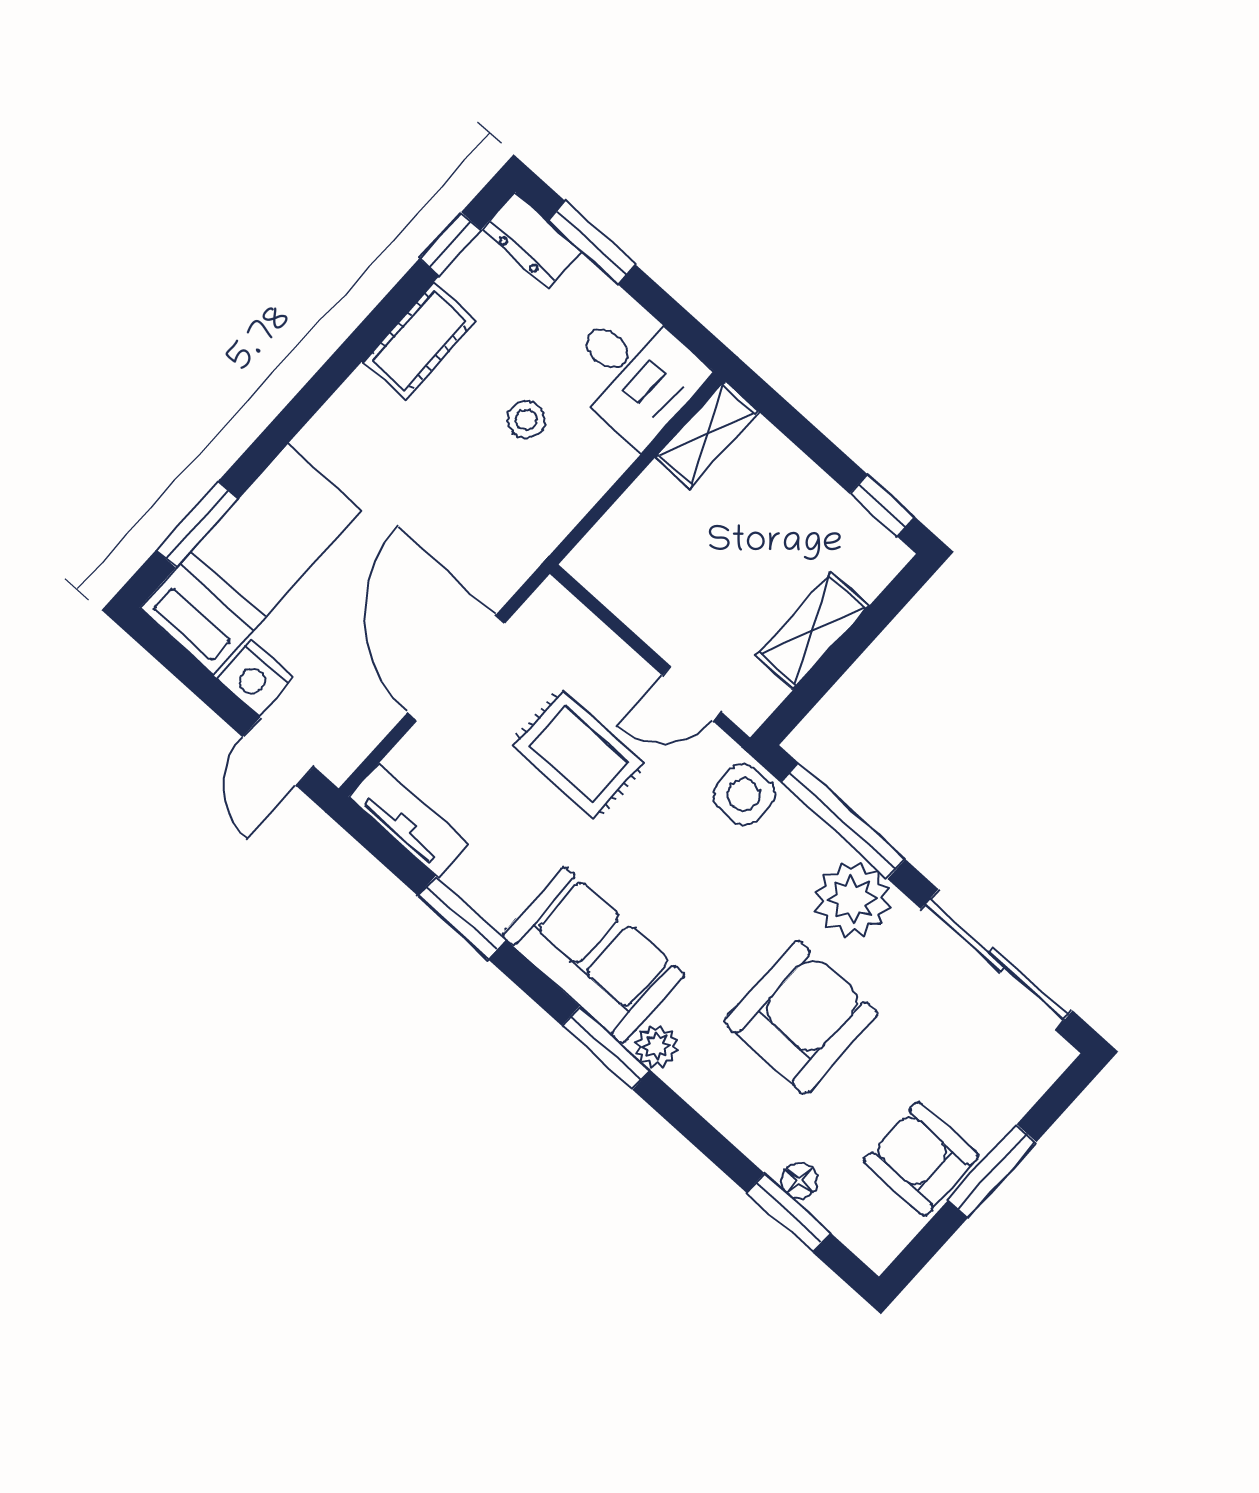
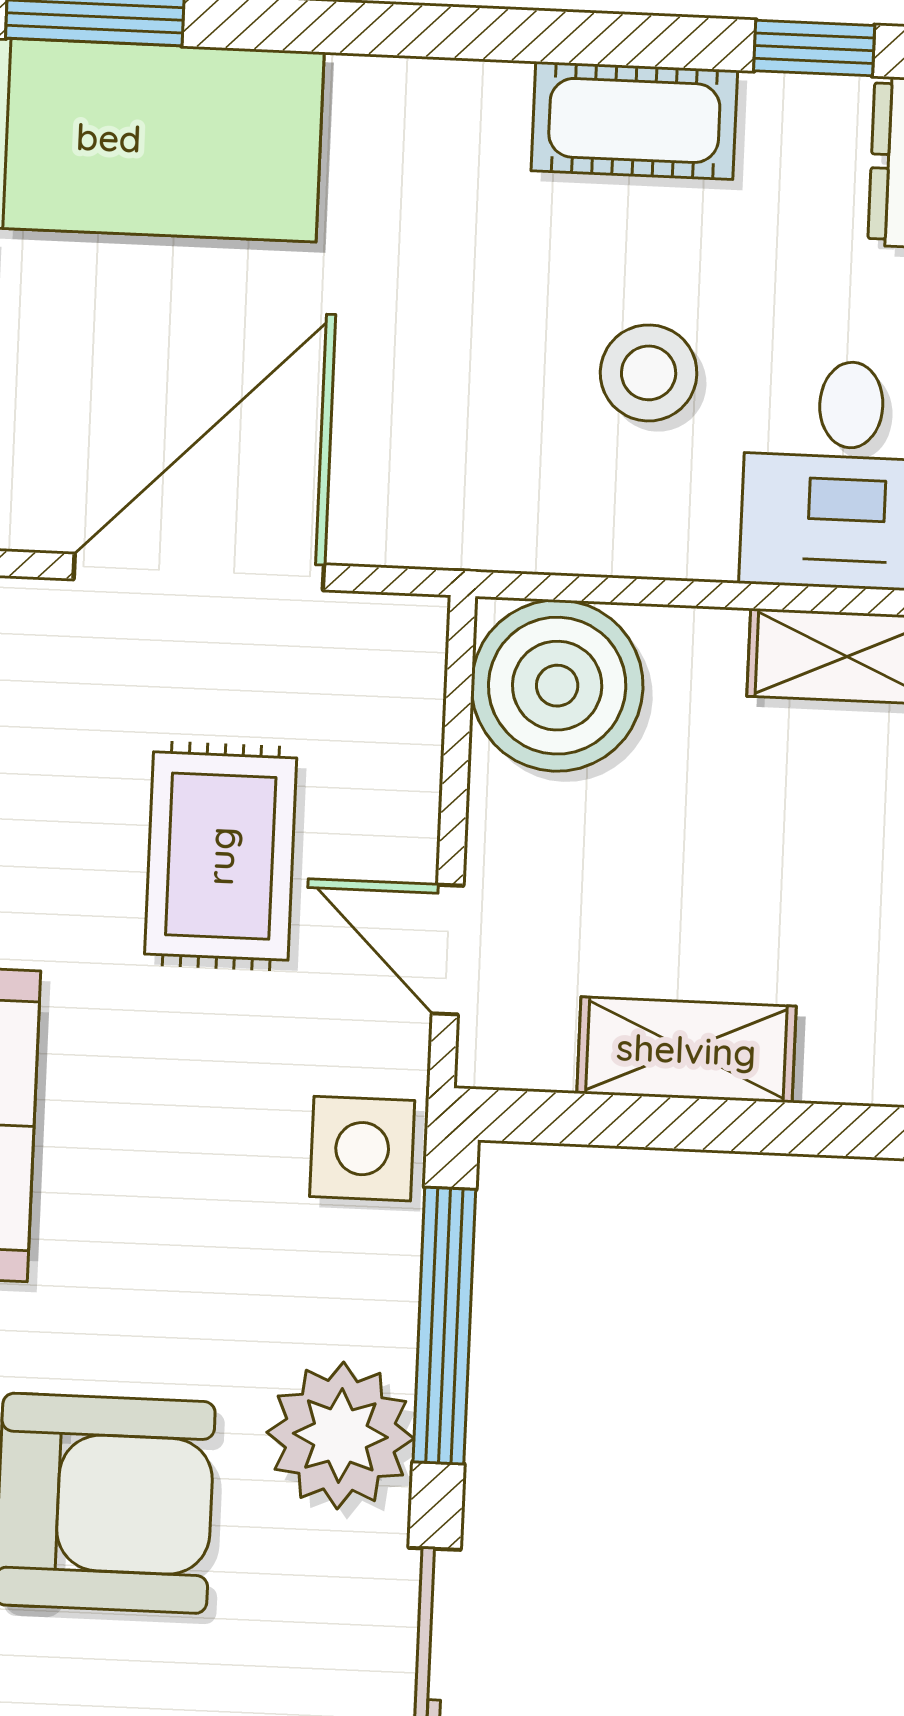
stool: (526, 420) -> (649, 373), width x1.37, depth x1.37
boiler: (622, 561) -> (557, 686), added

